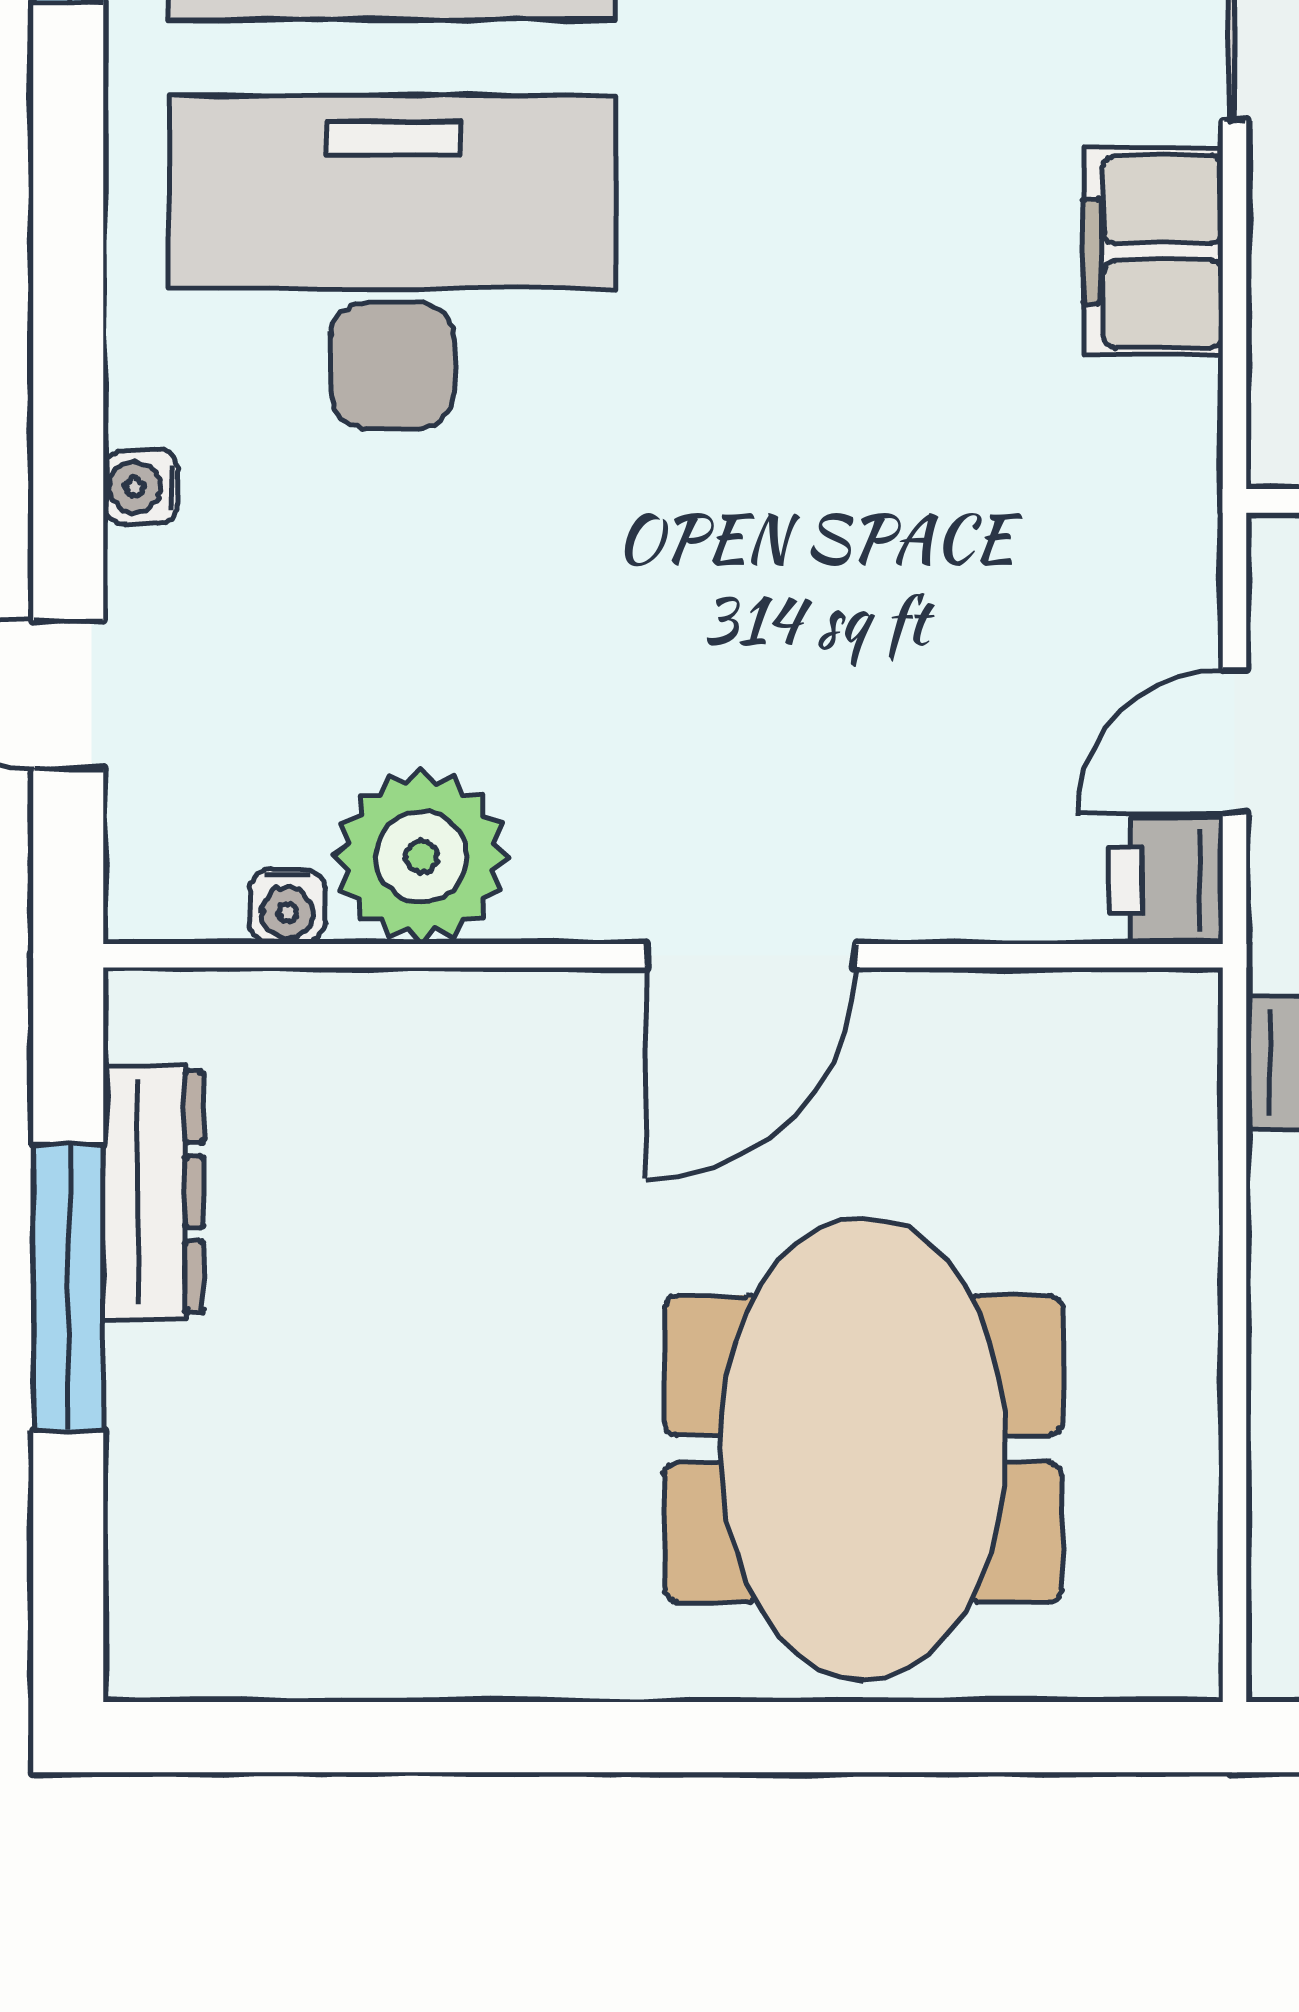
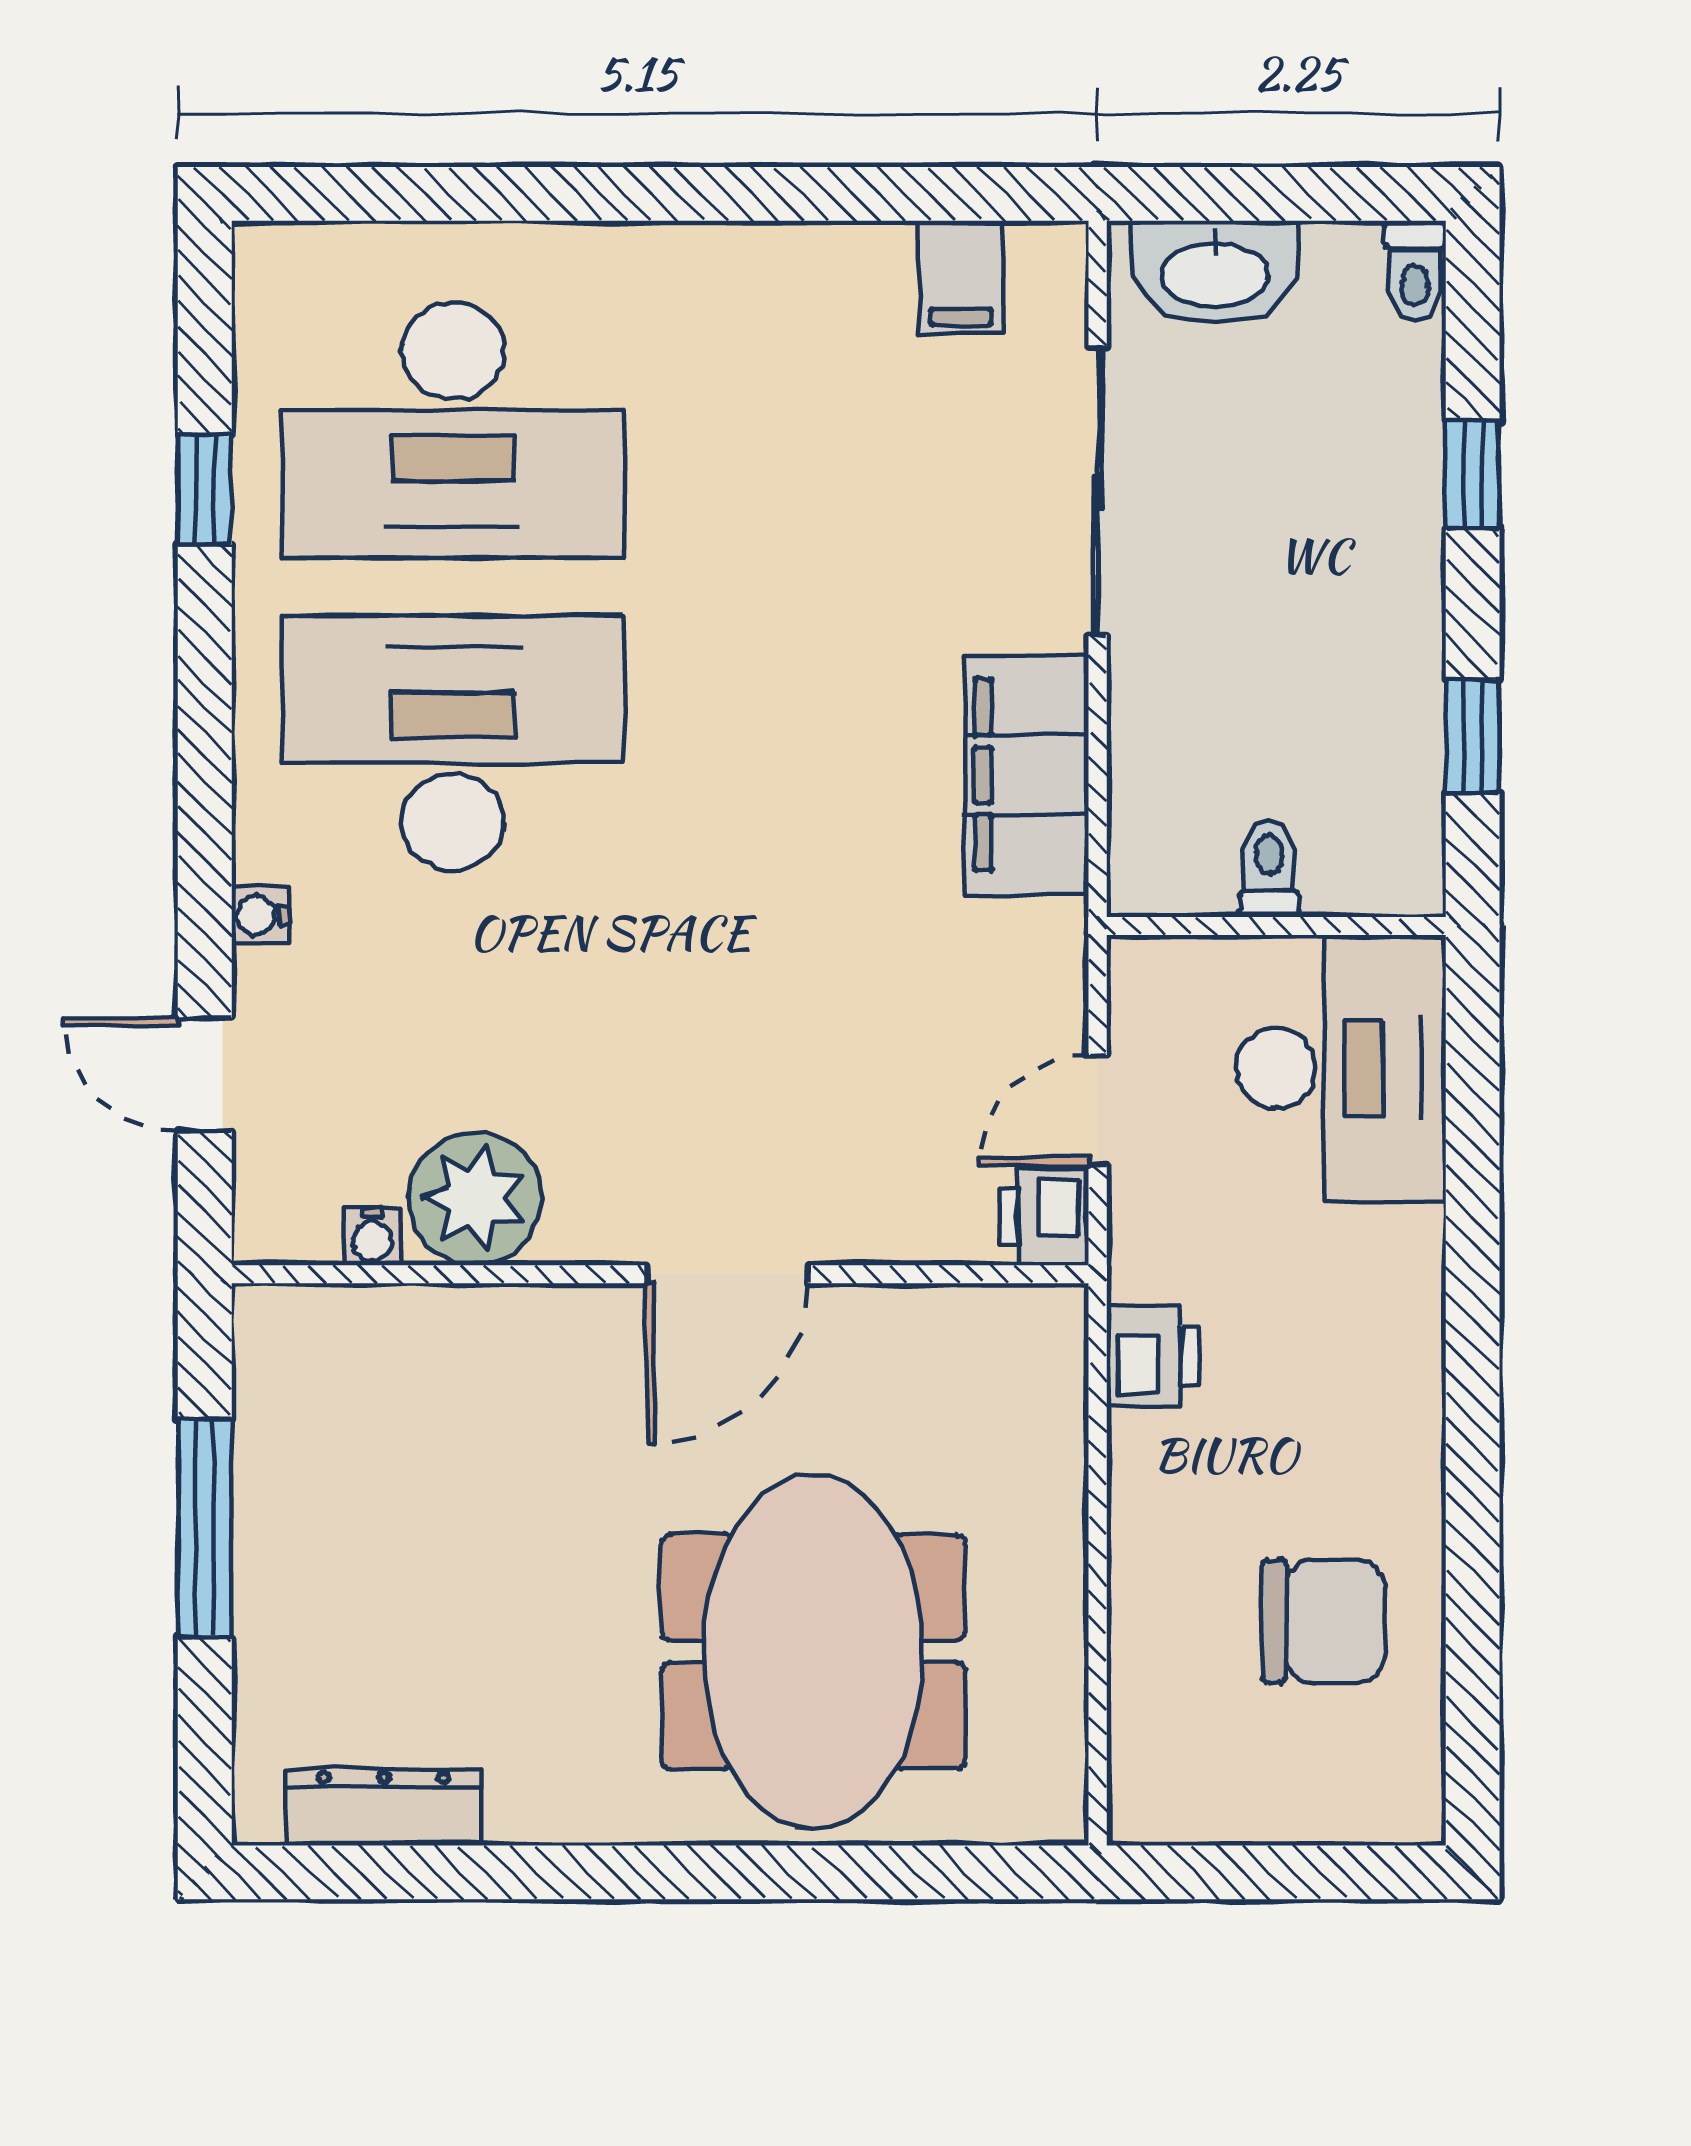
filing cabinet: (1153, 251) -> (1026, 775), width x1.50, depth x1.17
dresser: (153, 1192) -> (384, 1807), moved, turned -90

